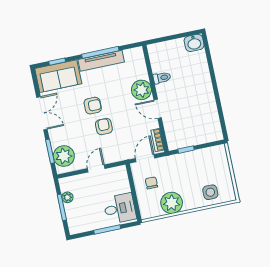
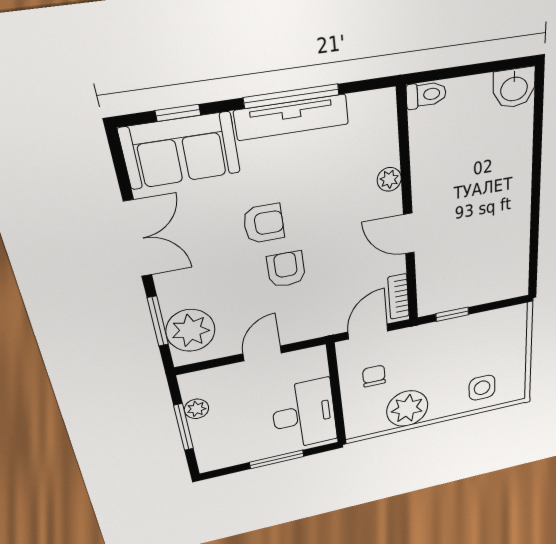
toilet: (162, 78) -> (426, 95), moved
plant: (141, 90) -> (389, 179), width x0.53, depth x0.53
desk: (120, 208) -> (304, 415), width x1.37

